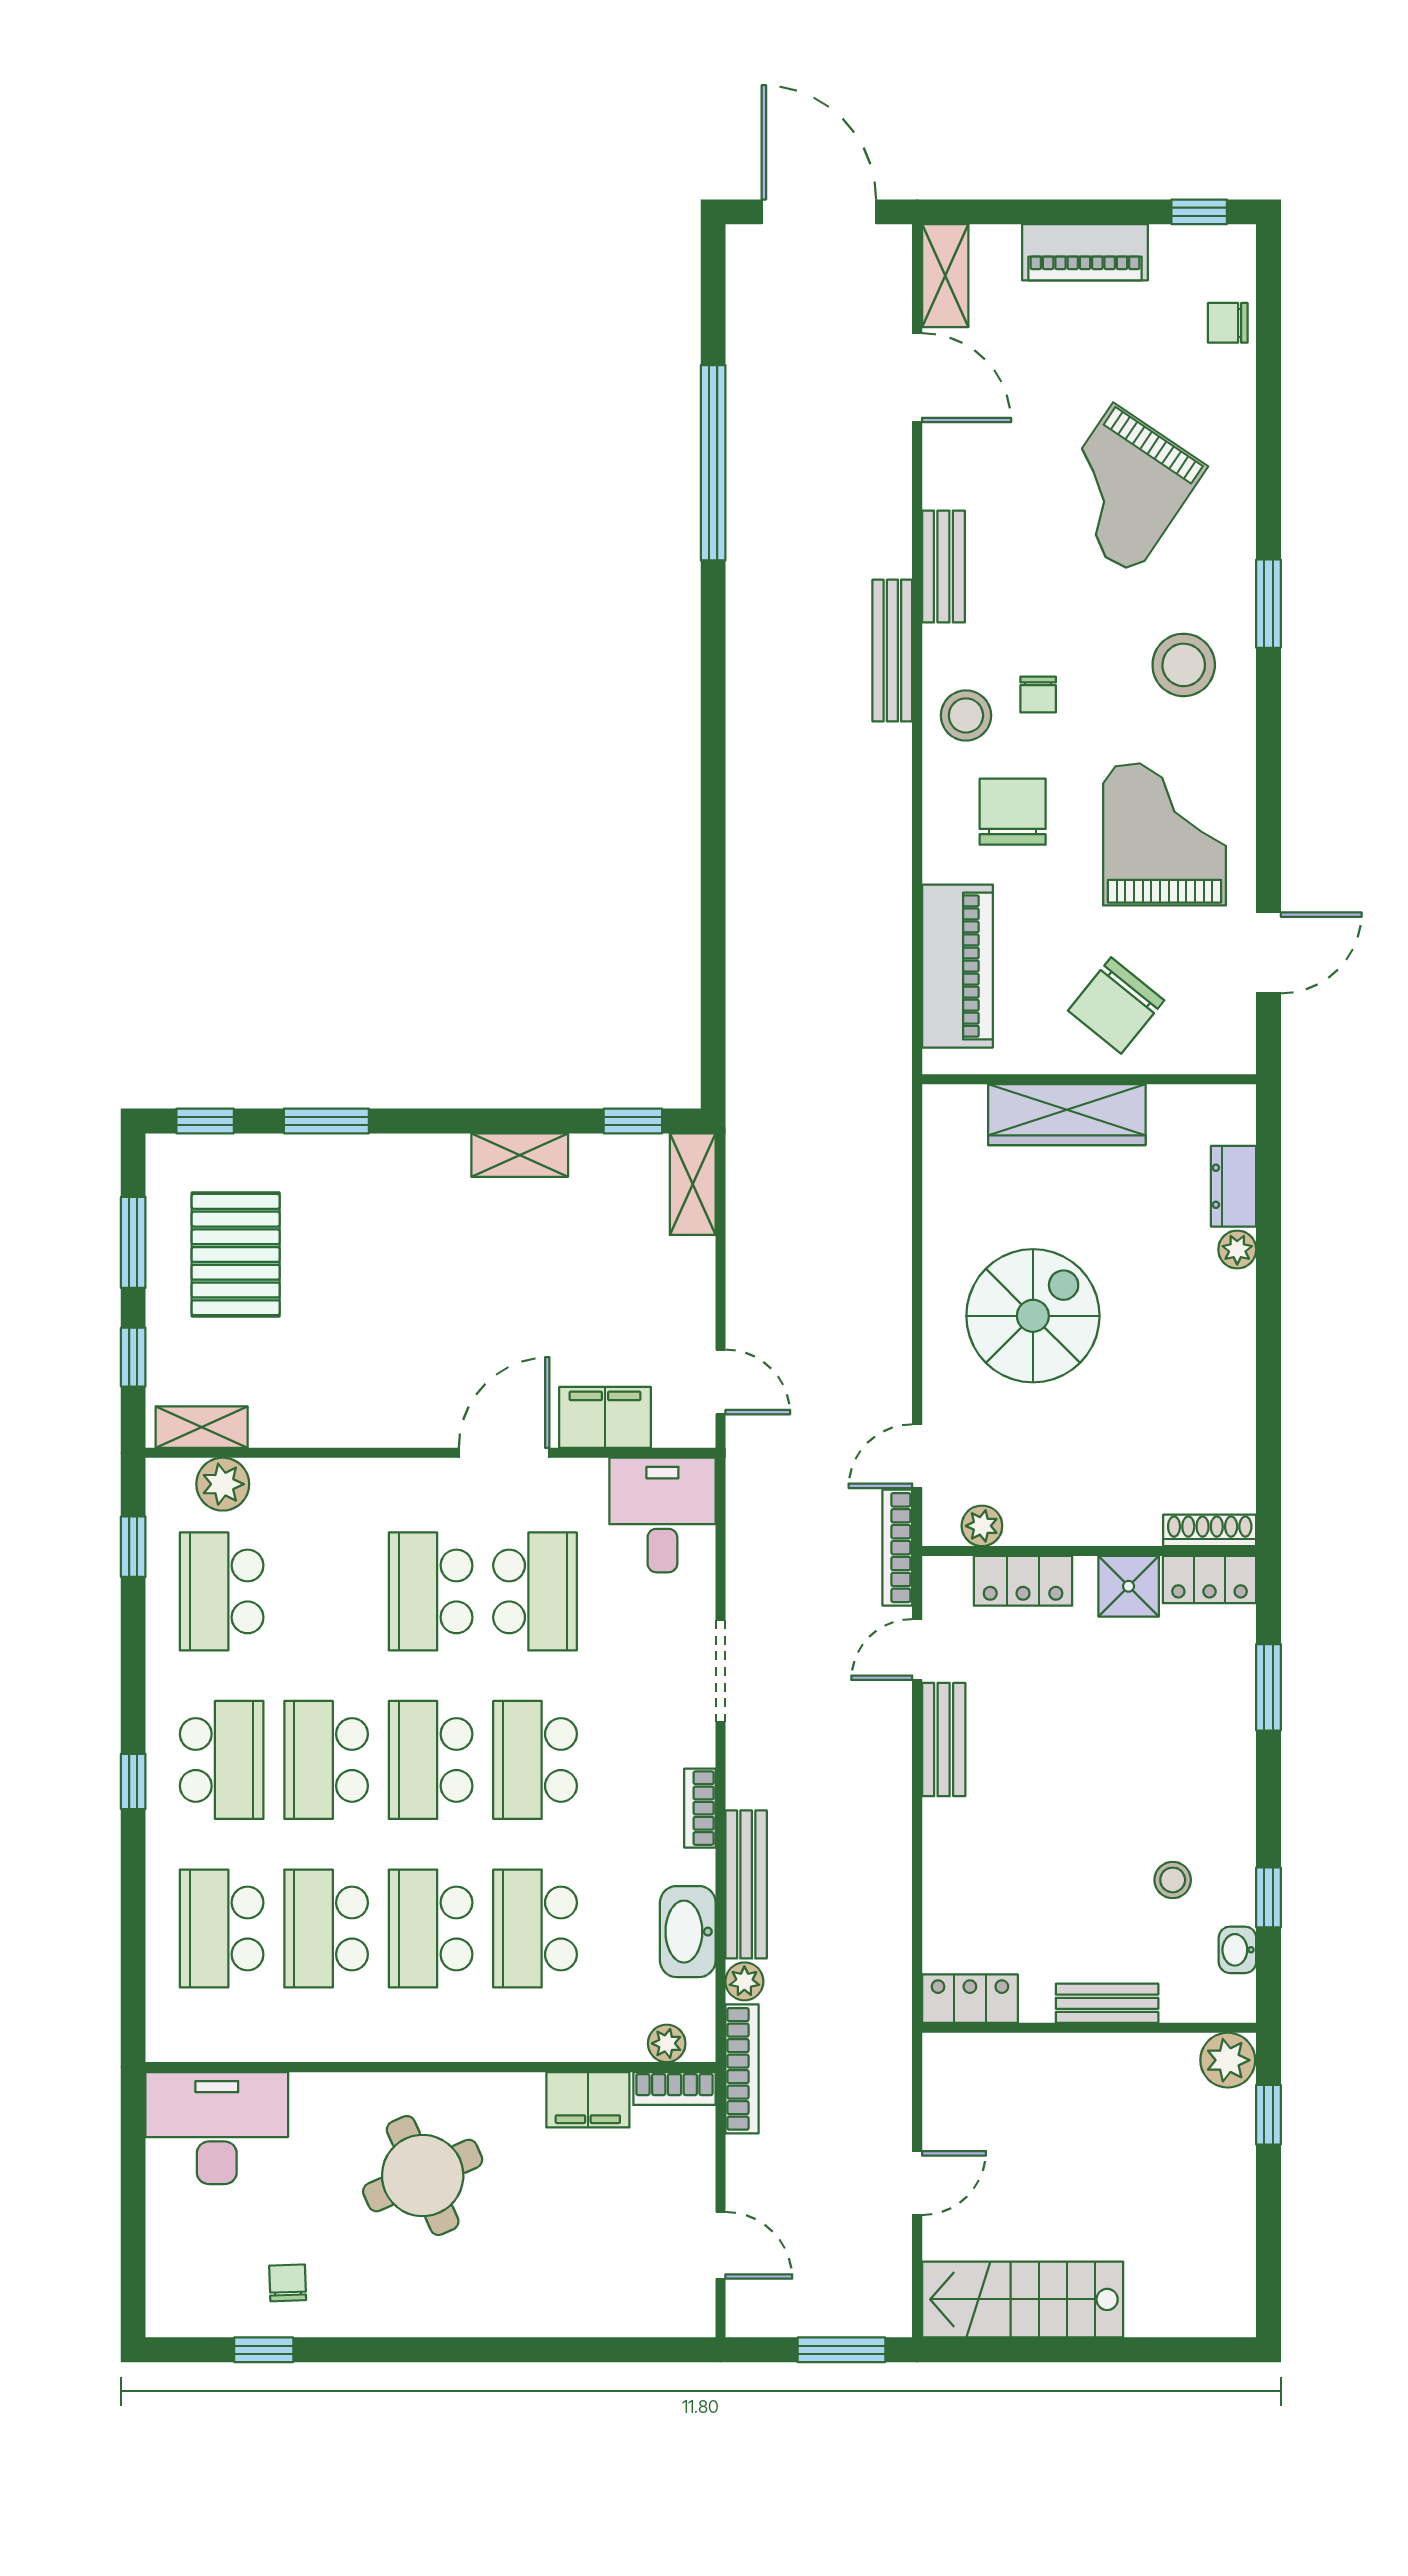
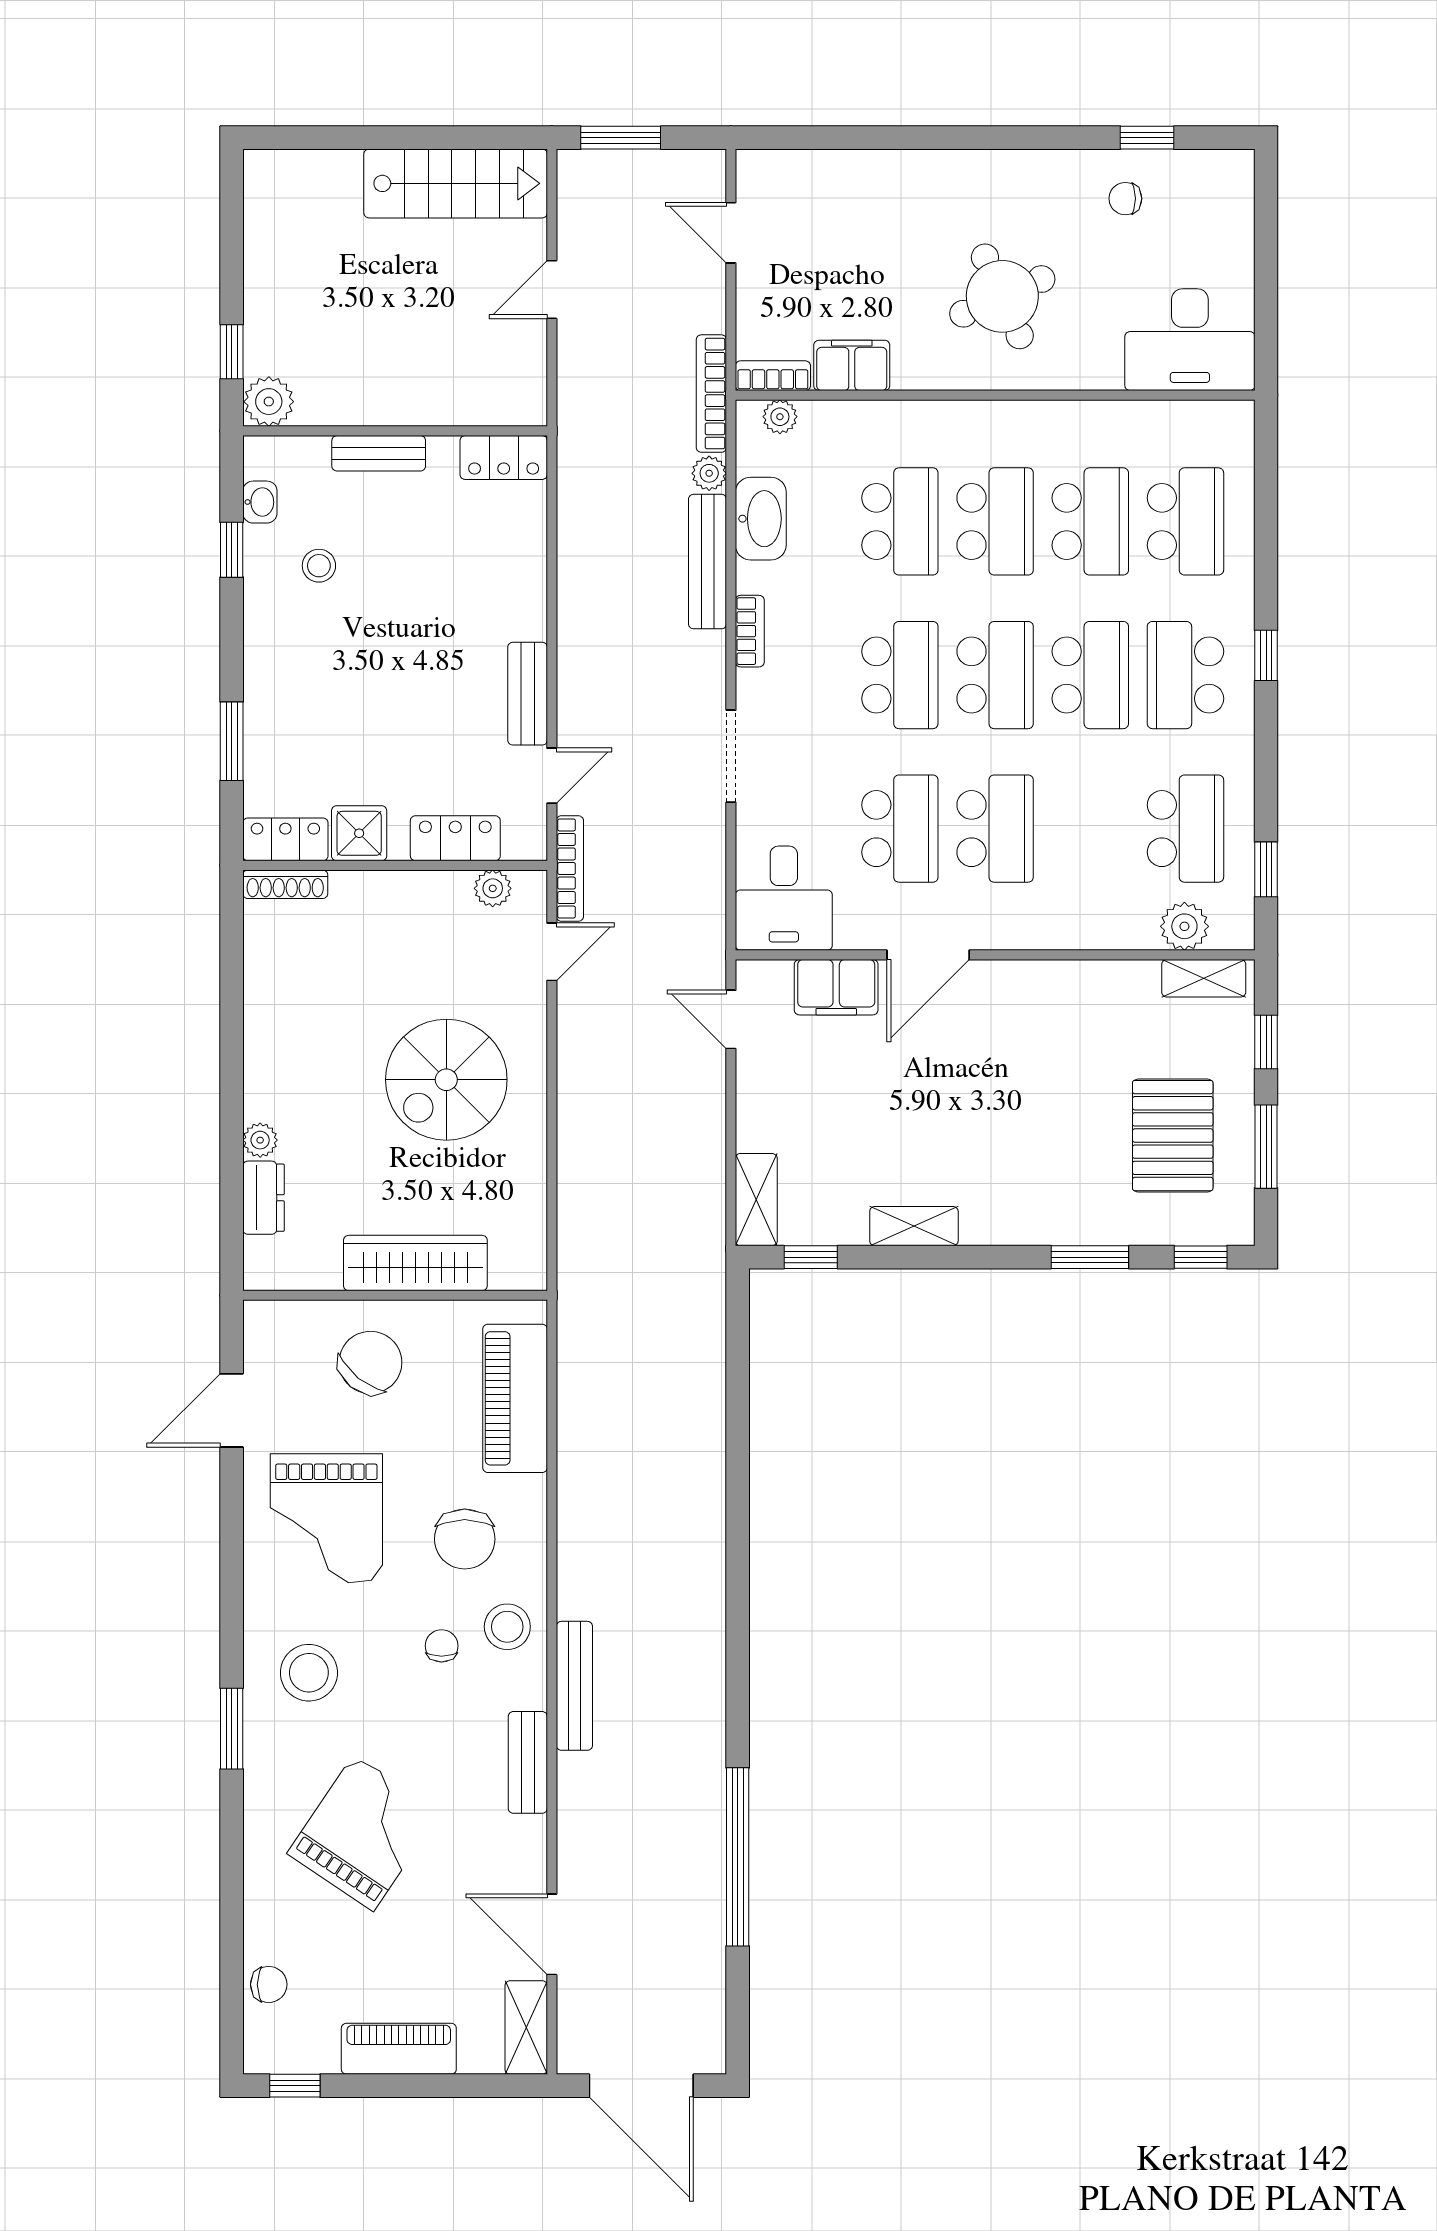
school desk: (535, 1591) -> (900, 829), turned 180
chair: (288, 2283) -> (1125, 199), turned 92

